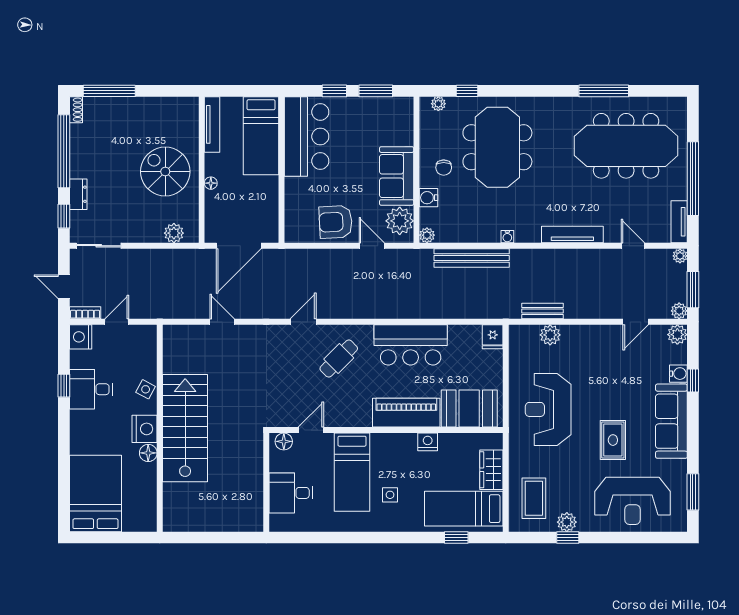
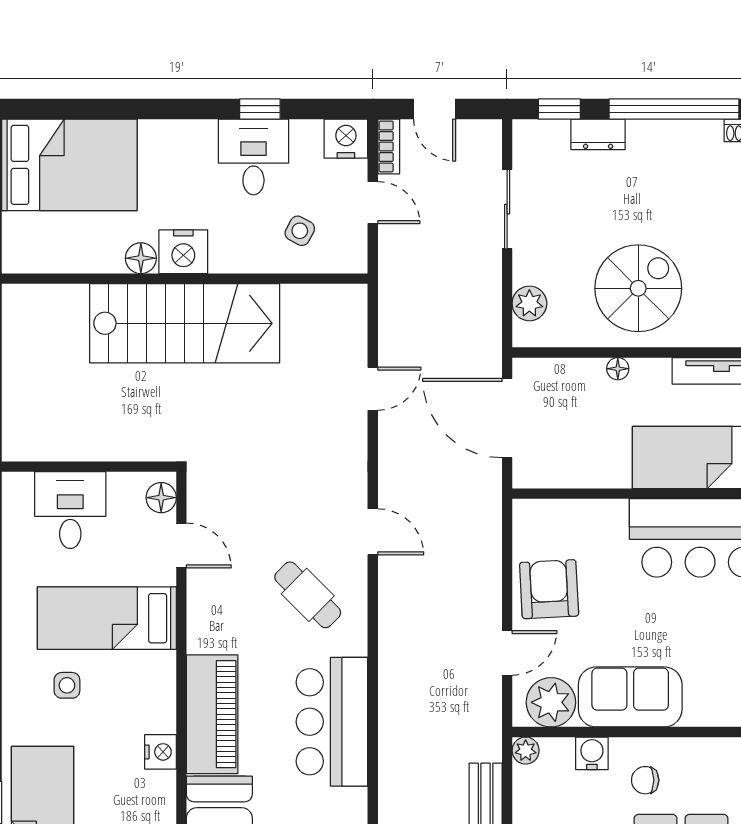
sliding door: (99, 246) -> (507, 209), moved
door: (64, 287) -> (435, 109), swing flipped
side table: (146, 389) -> (300, 231), moved

